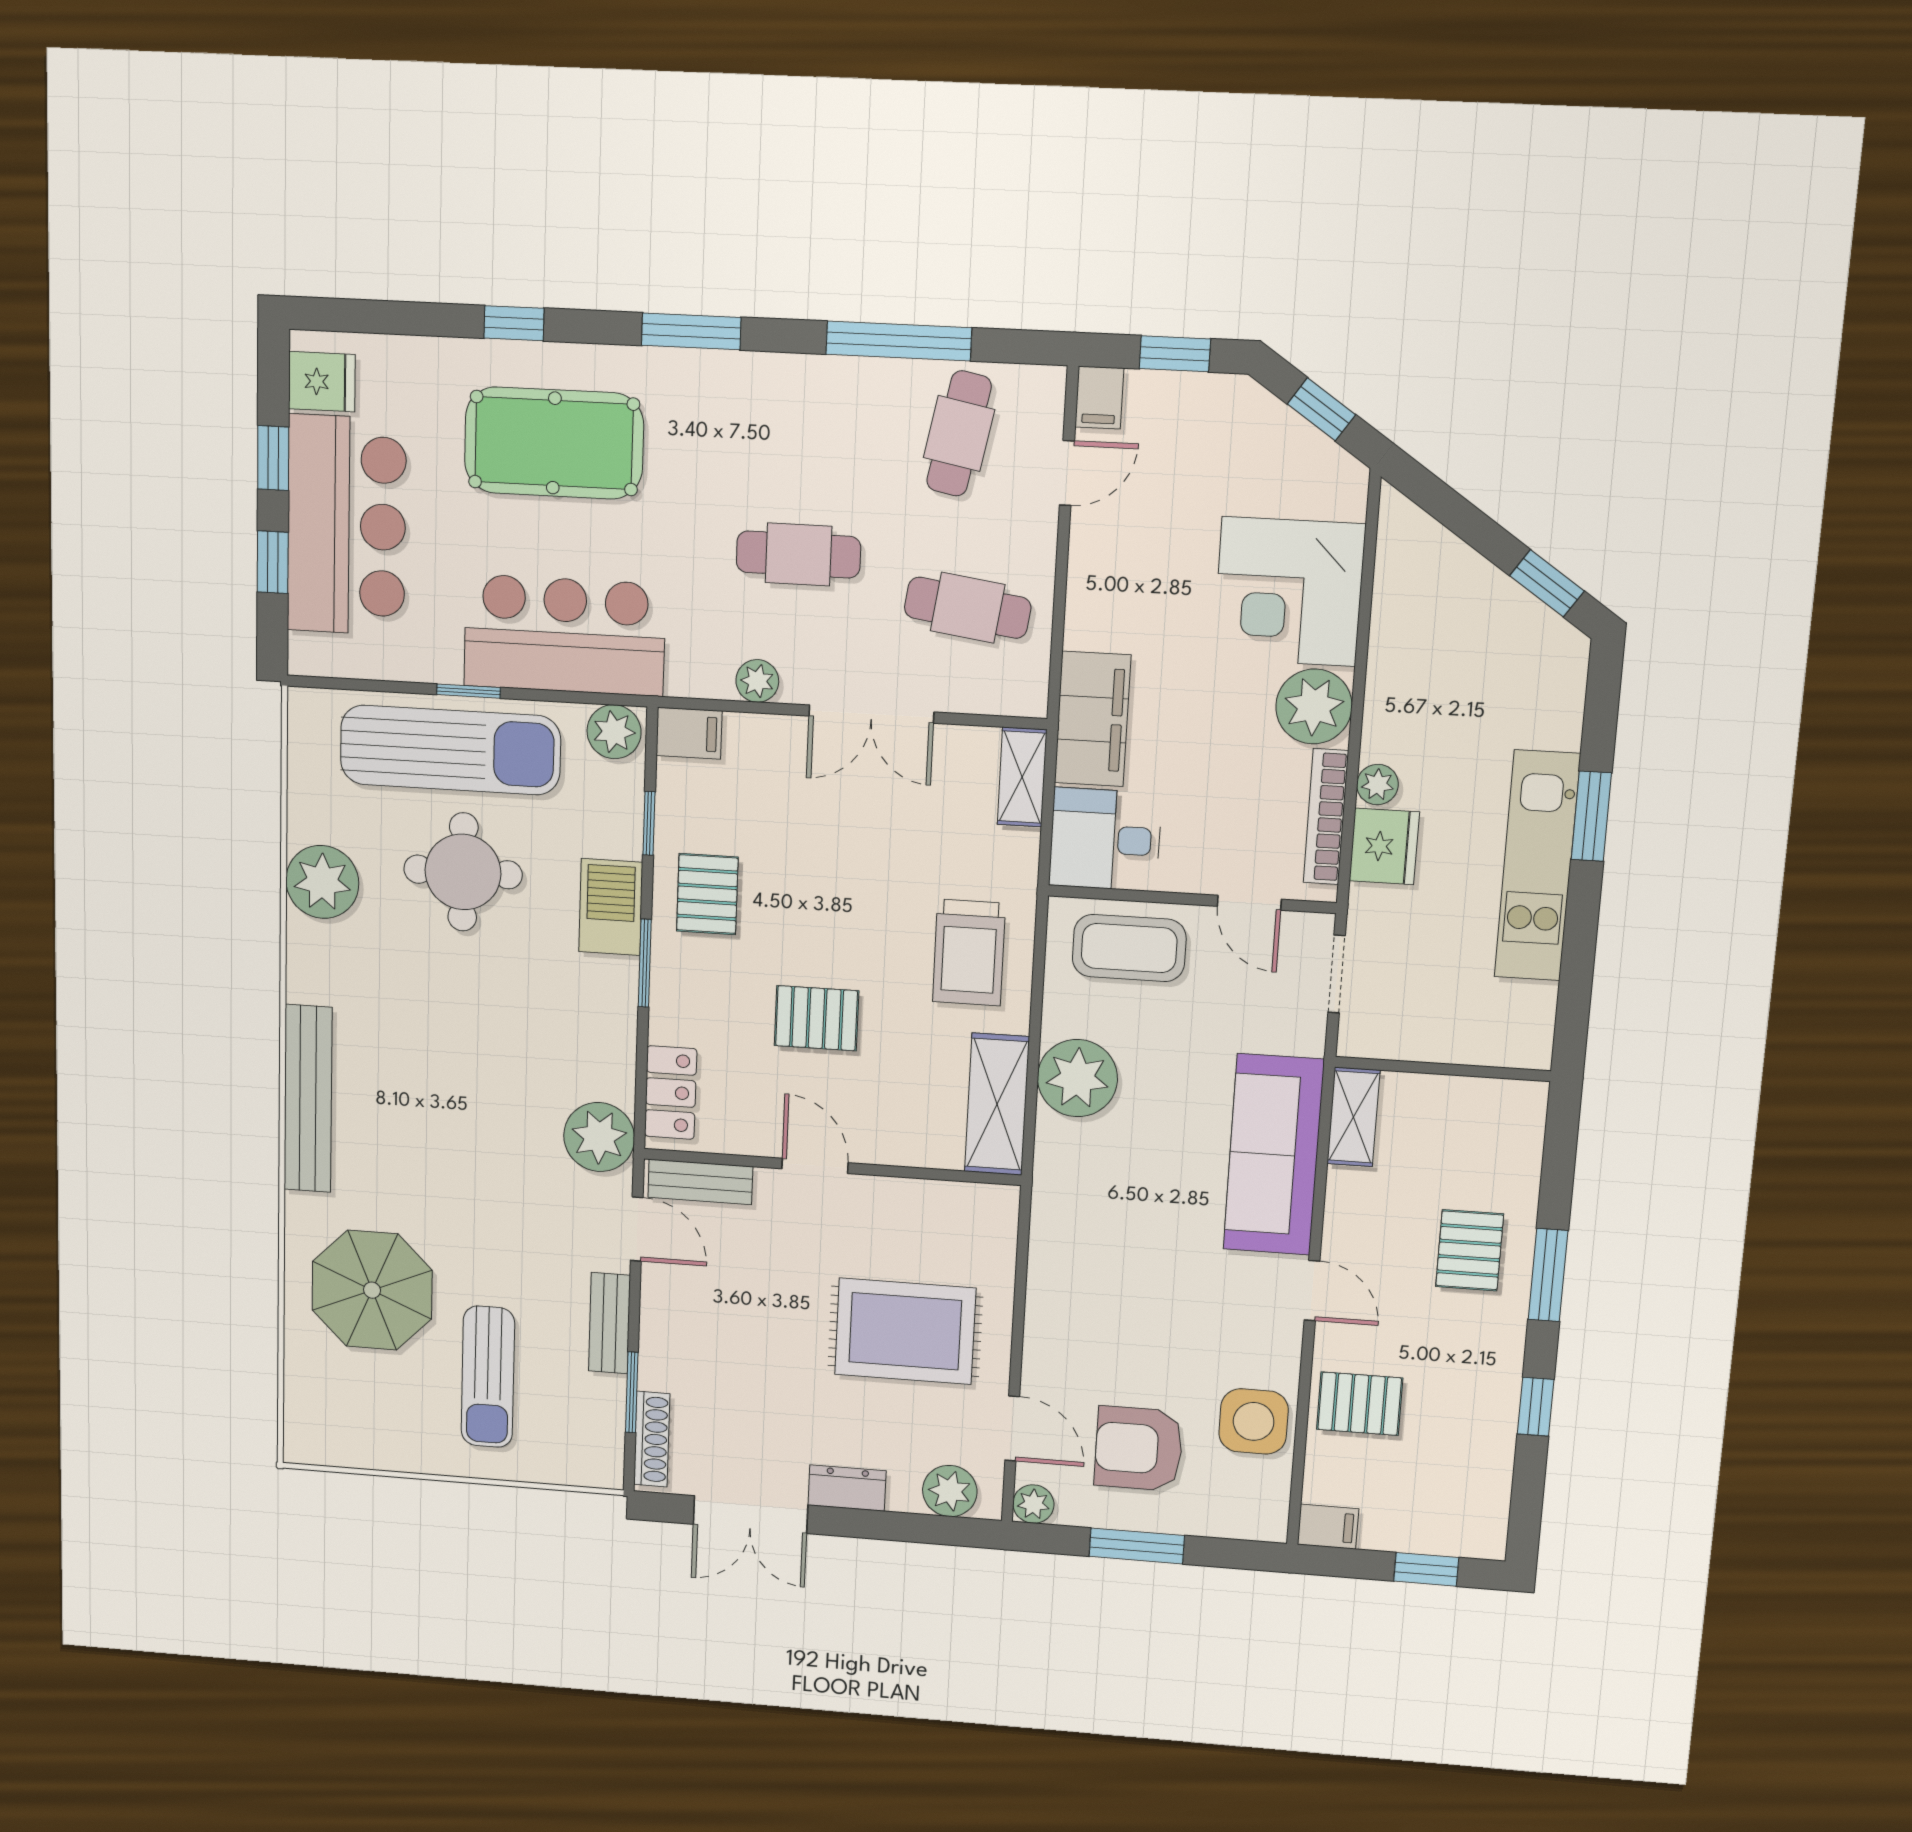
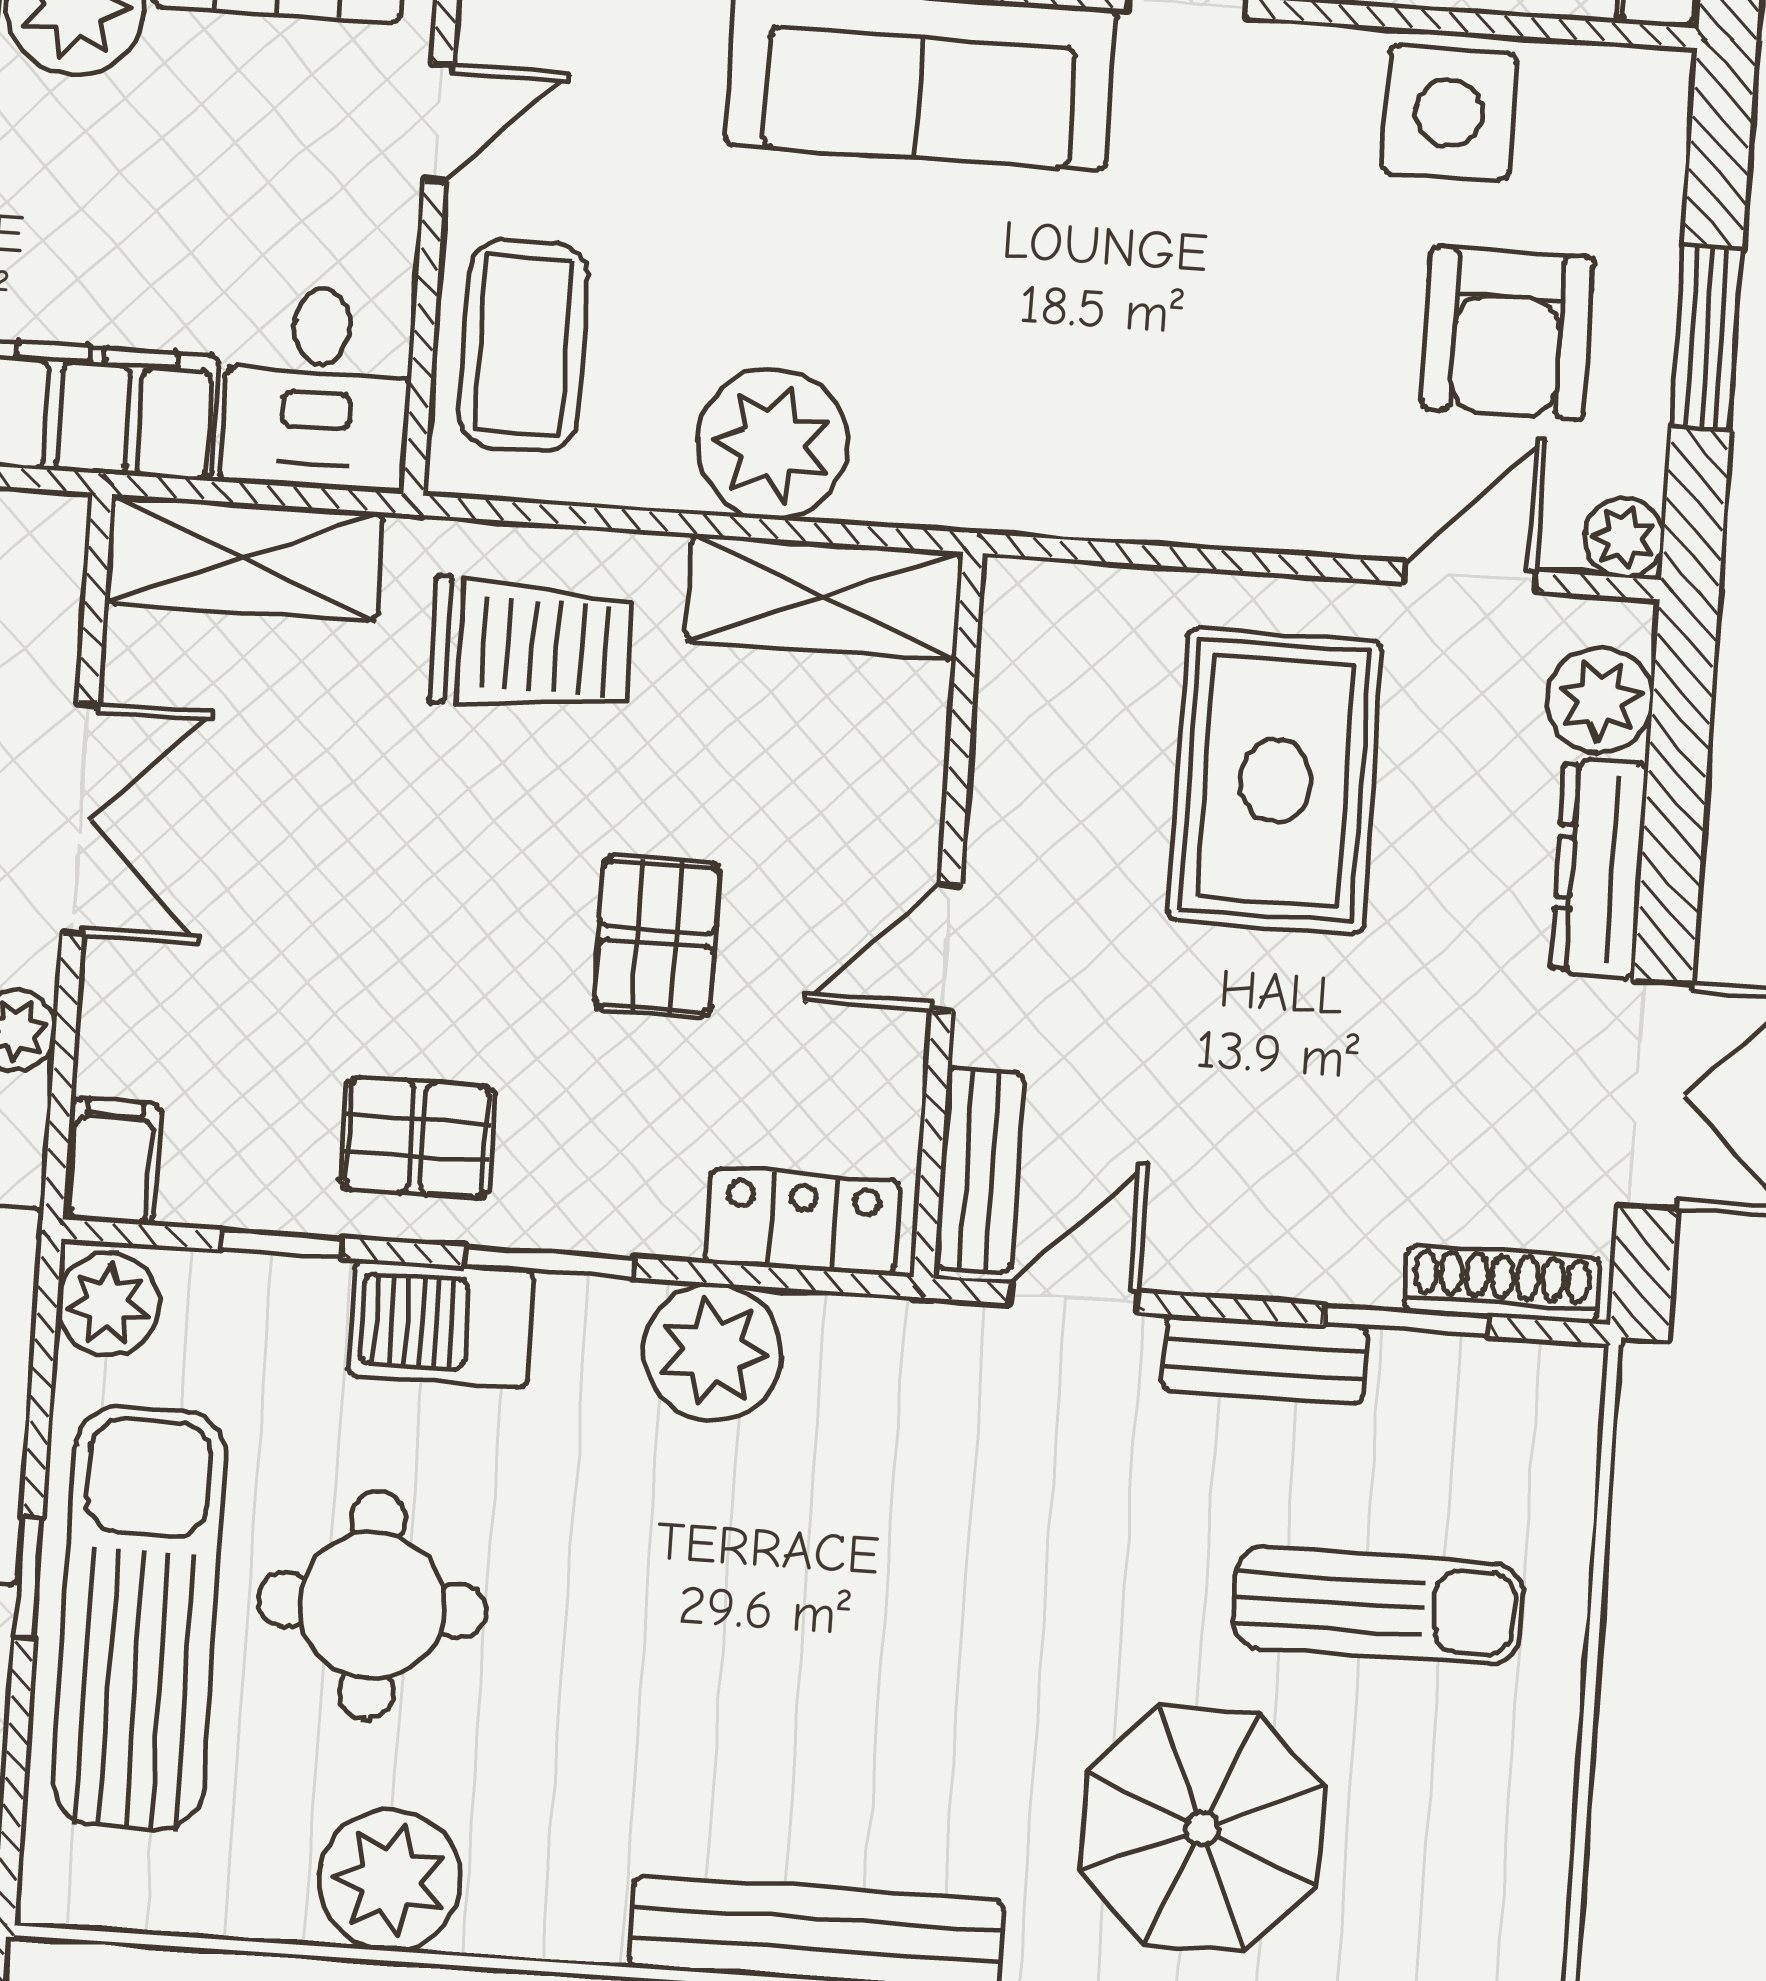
shelving: (1022, 777) -> (245, 558), width x1.50, depth x1.33
plant: (599, 1137) -> (713, 1352), moved
dresser: (847, 1488) -> (1599, 869), width x1.44

